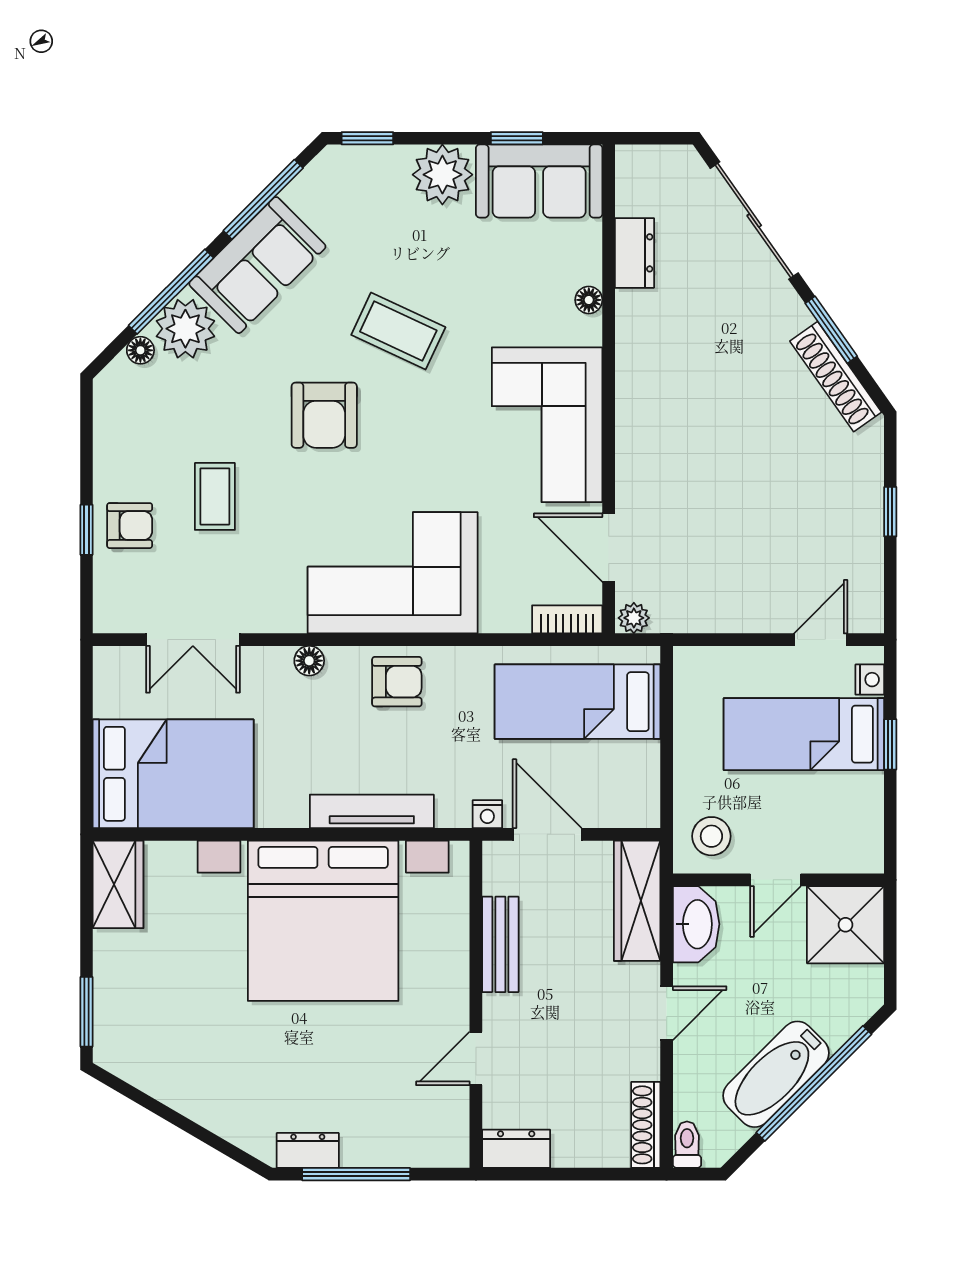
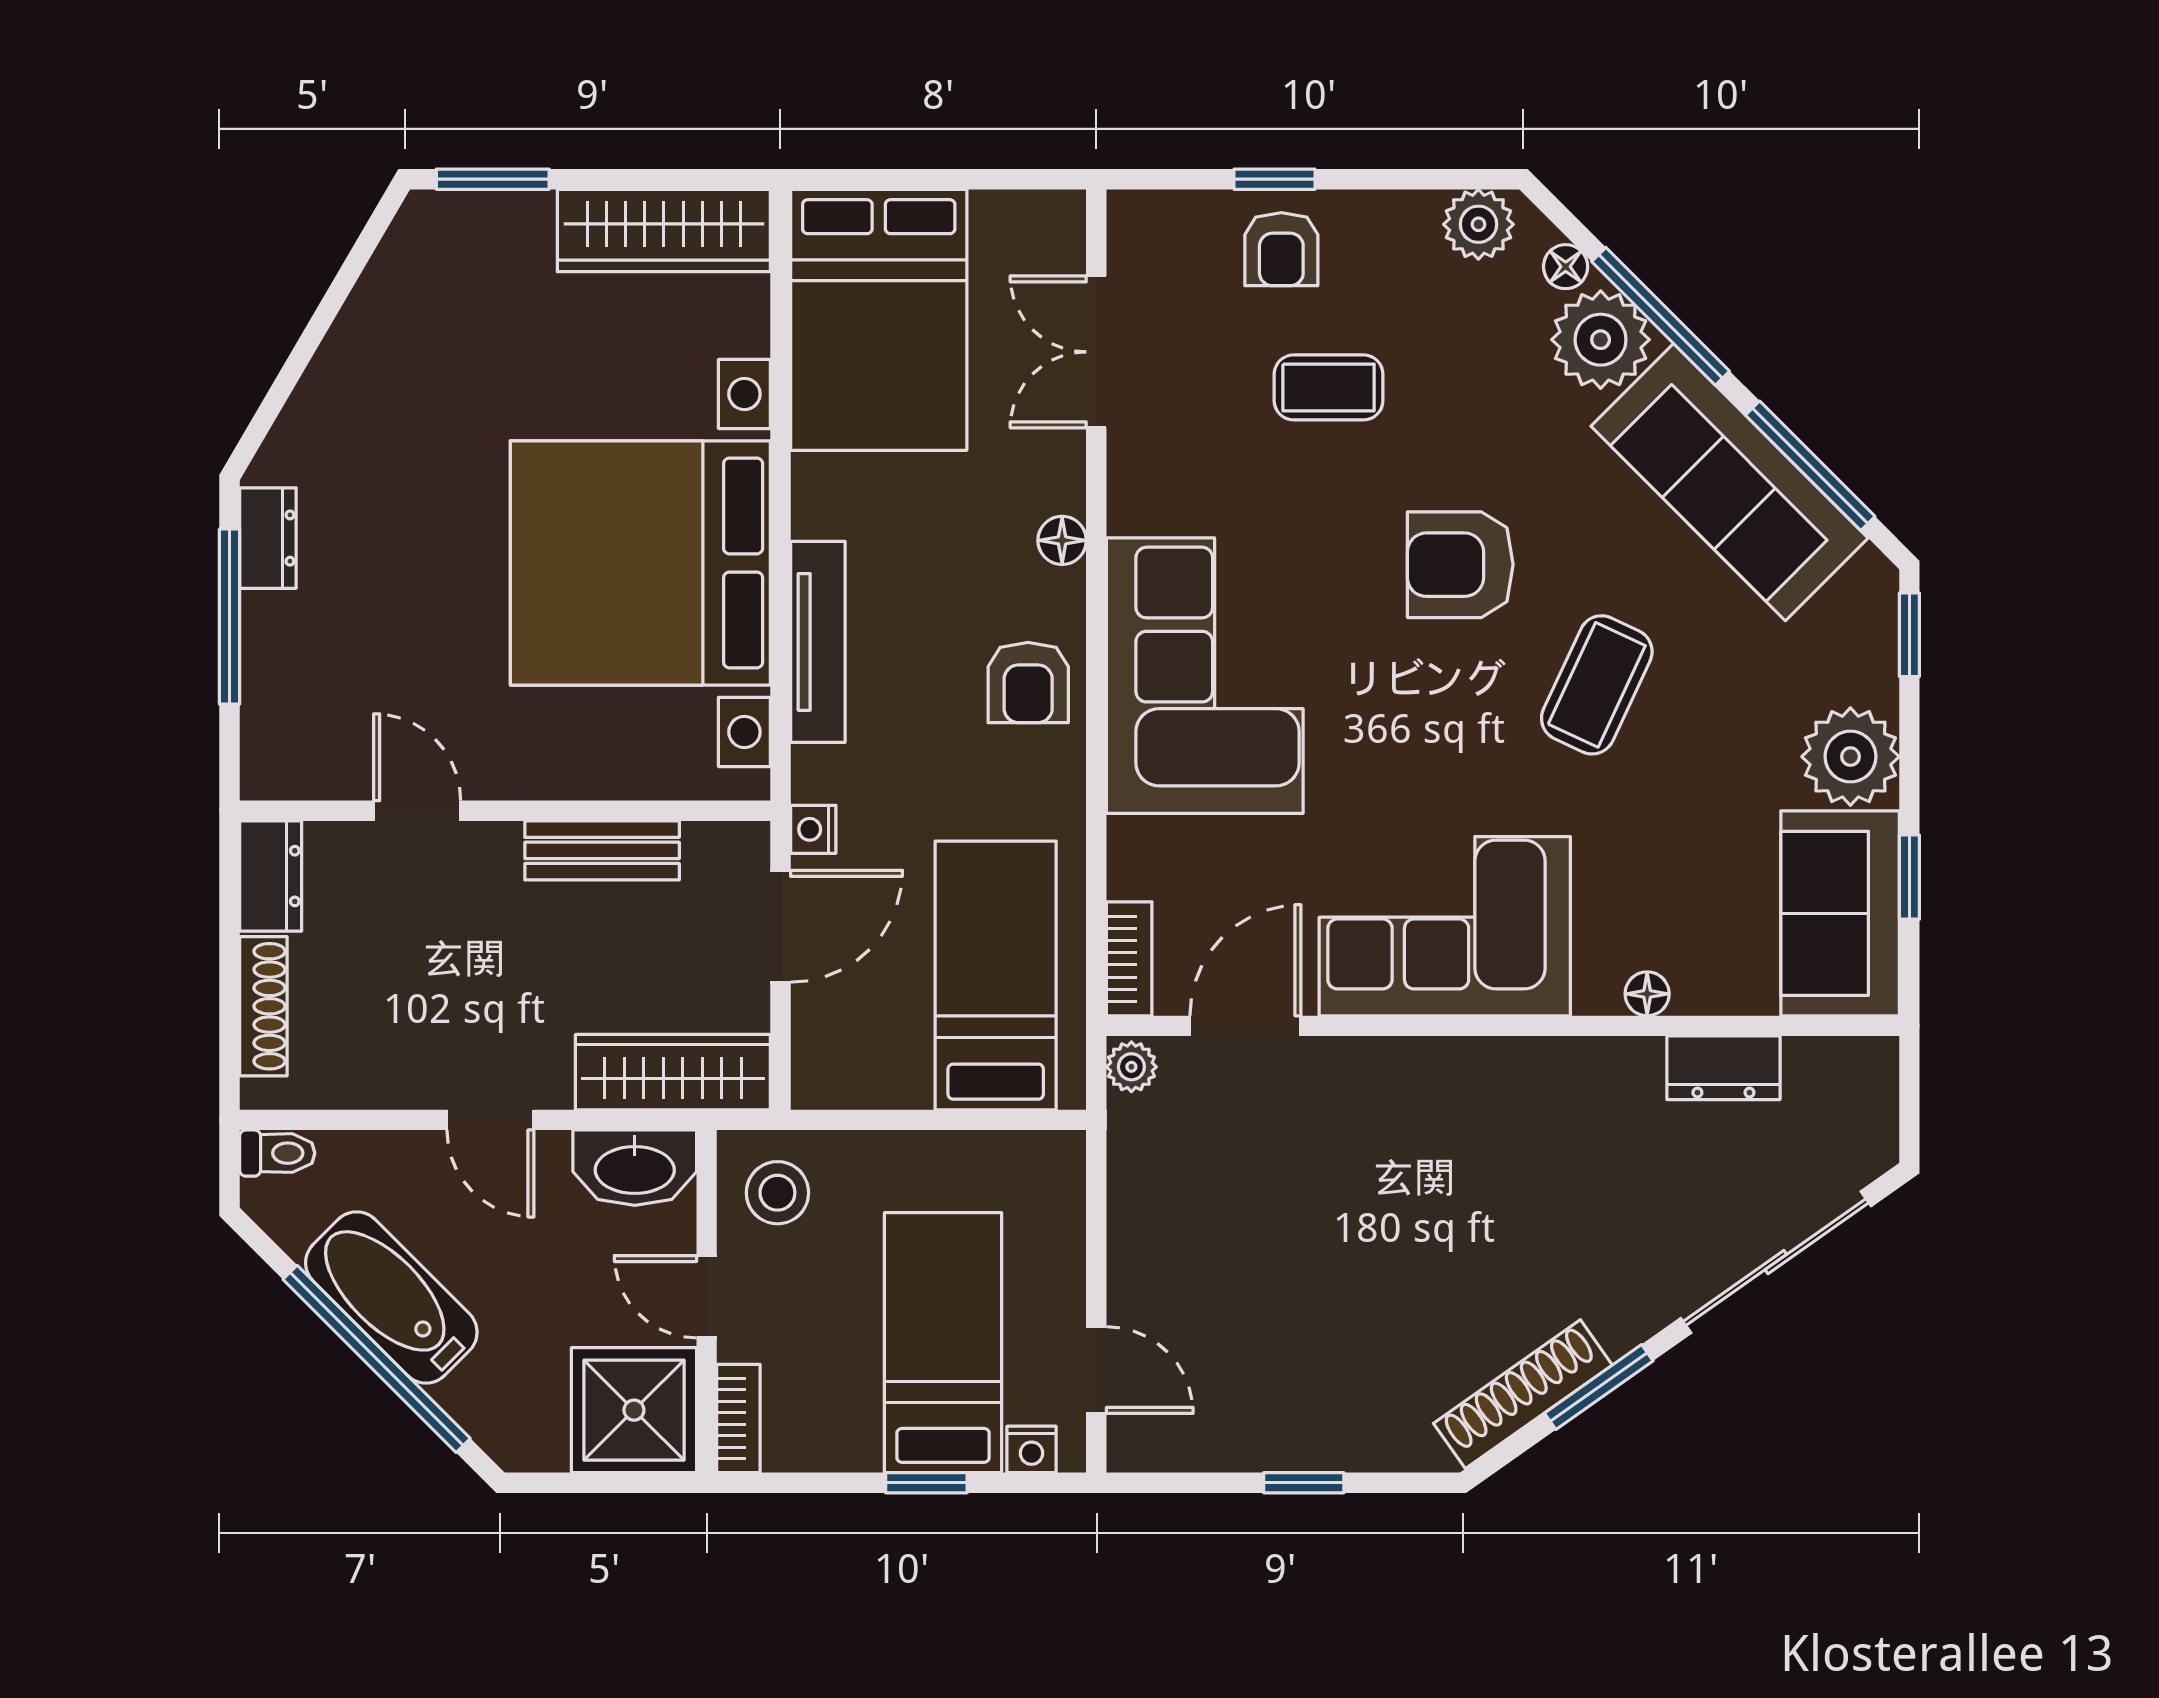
sofa: (257, 265) -> (1730, 482), width x1.36
plant: (114, 404) -> (1478, 224), added
bookcase: (851, 860) -> (738, 1419), added
wardrobe: (118, 884) -> (664, 230), width x1.50
shoe rack: (646, 1125) -> (263, 1006), moved, turned 90

